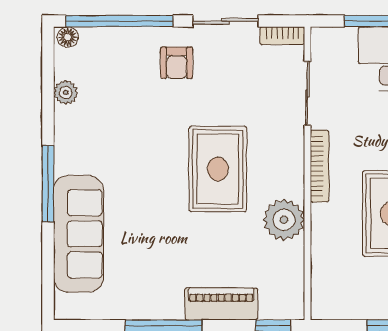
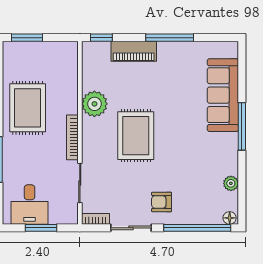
armchair: (177, 63) -> (162, 202), turned -90

